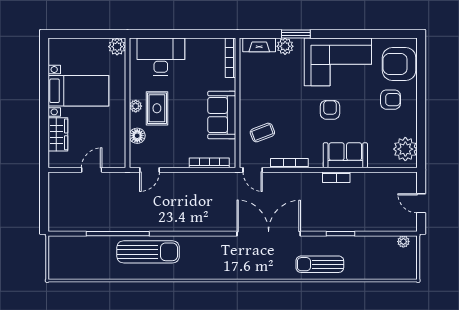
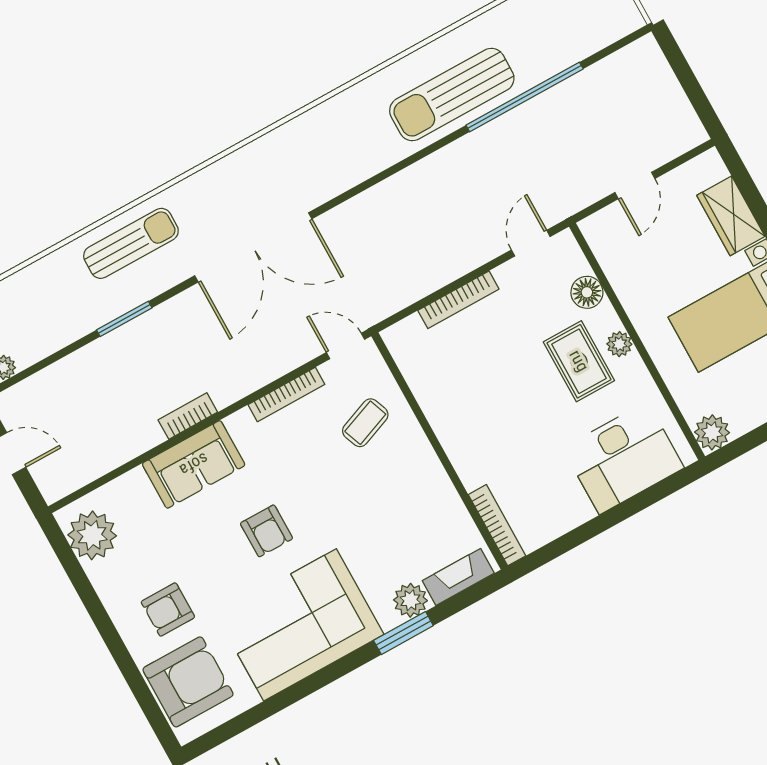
sofa: (222, 115) -> (456, 414), removed
bookcase: (209, 163) -> (458, 300), moved

